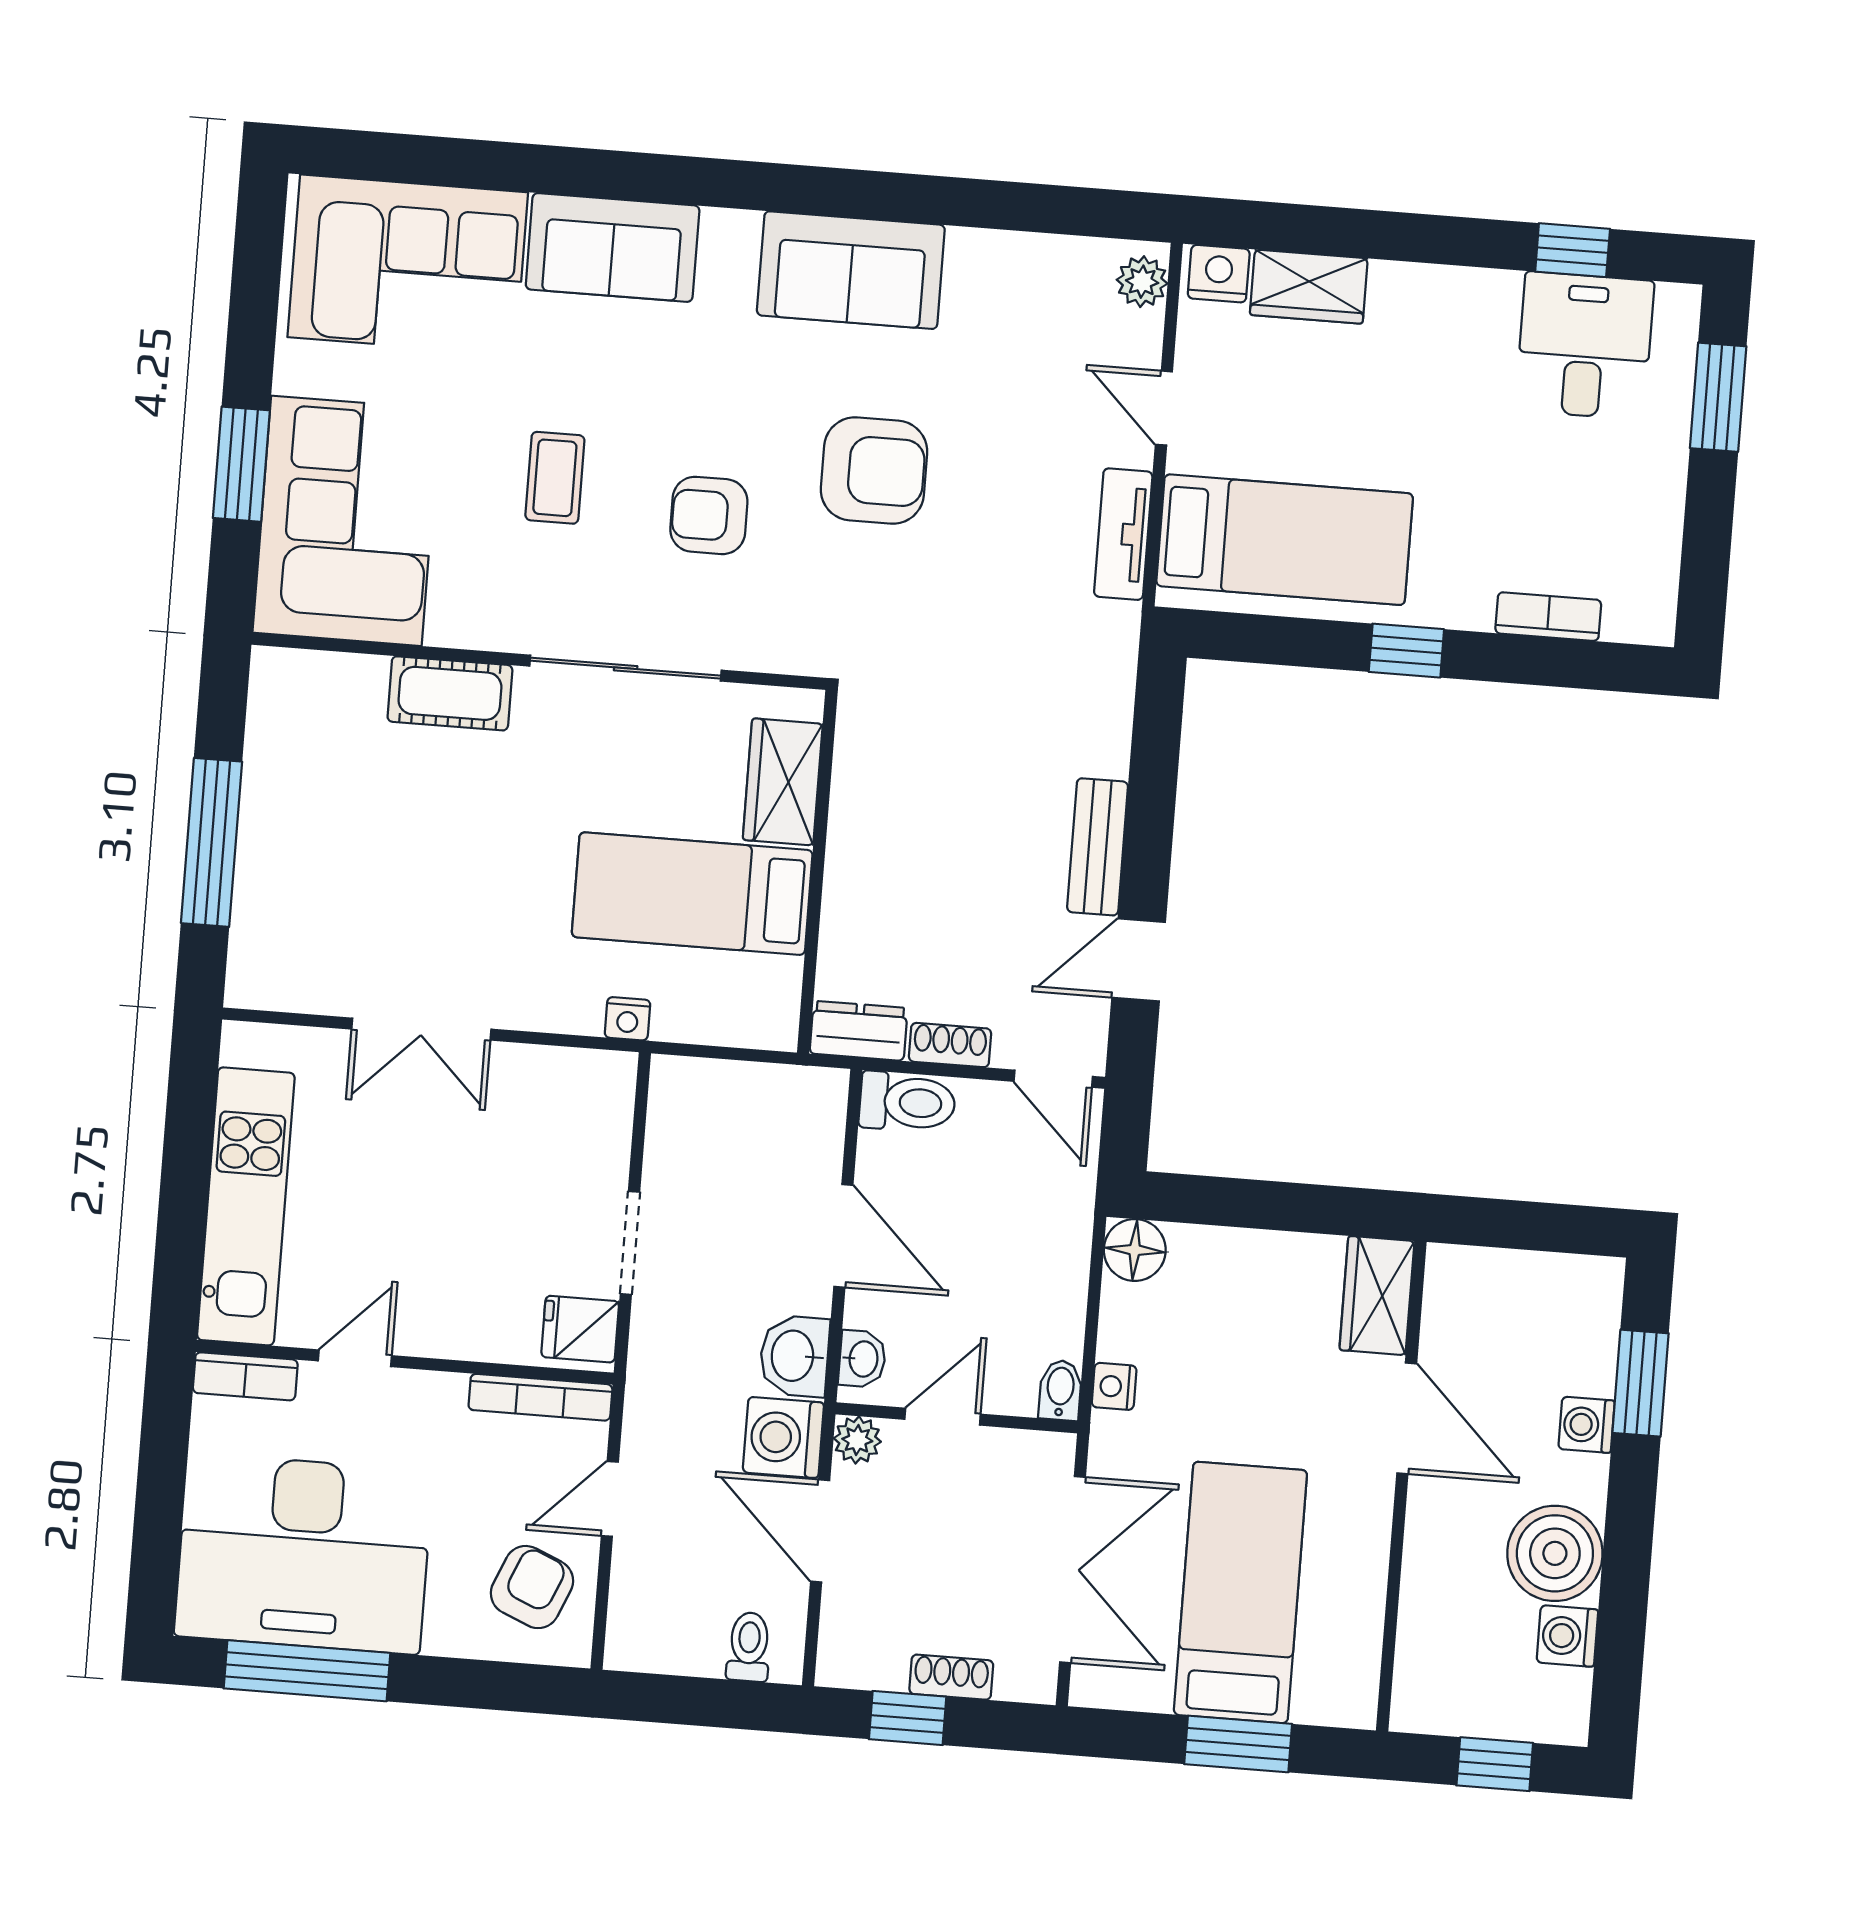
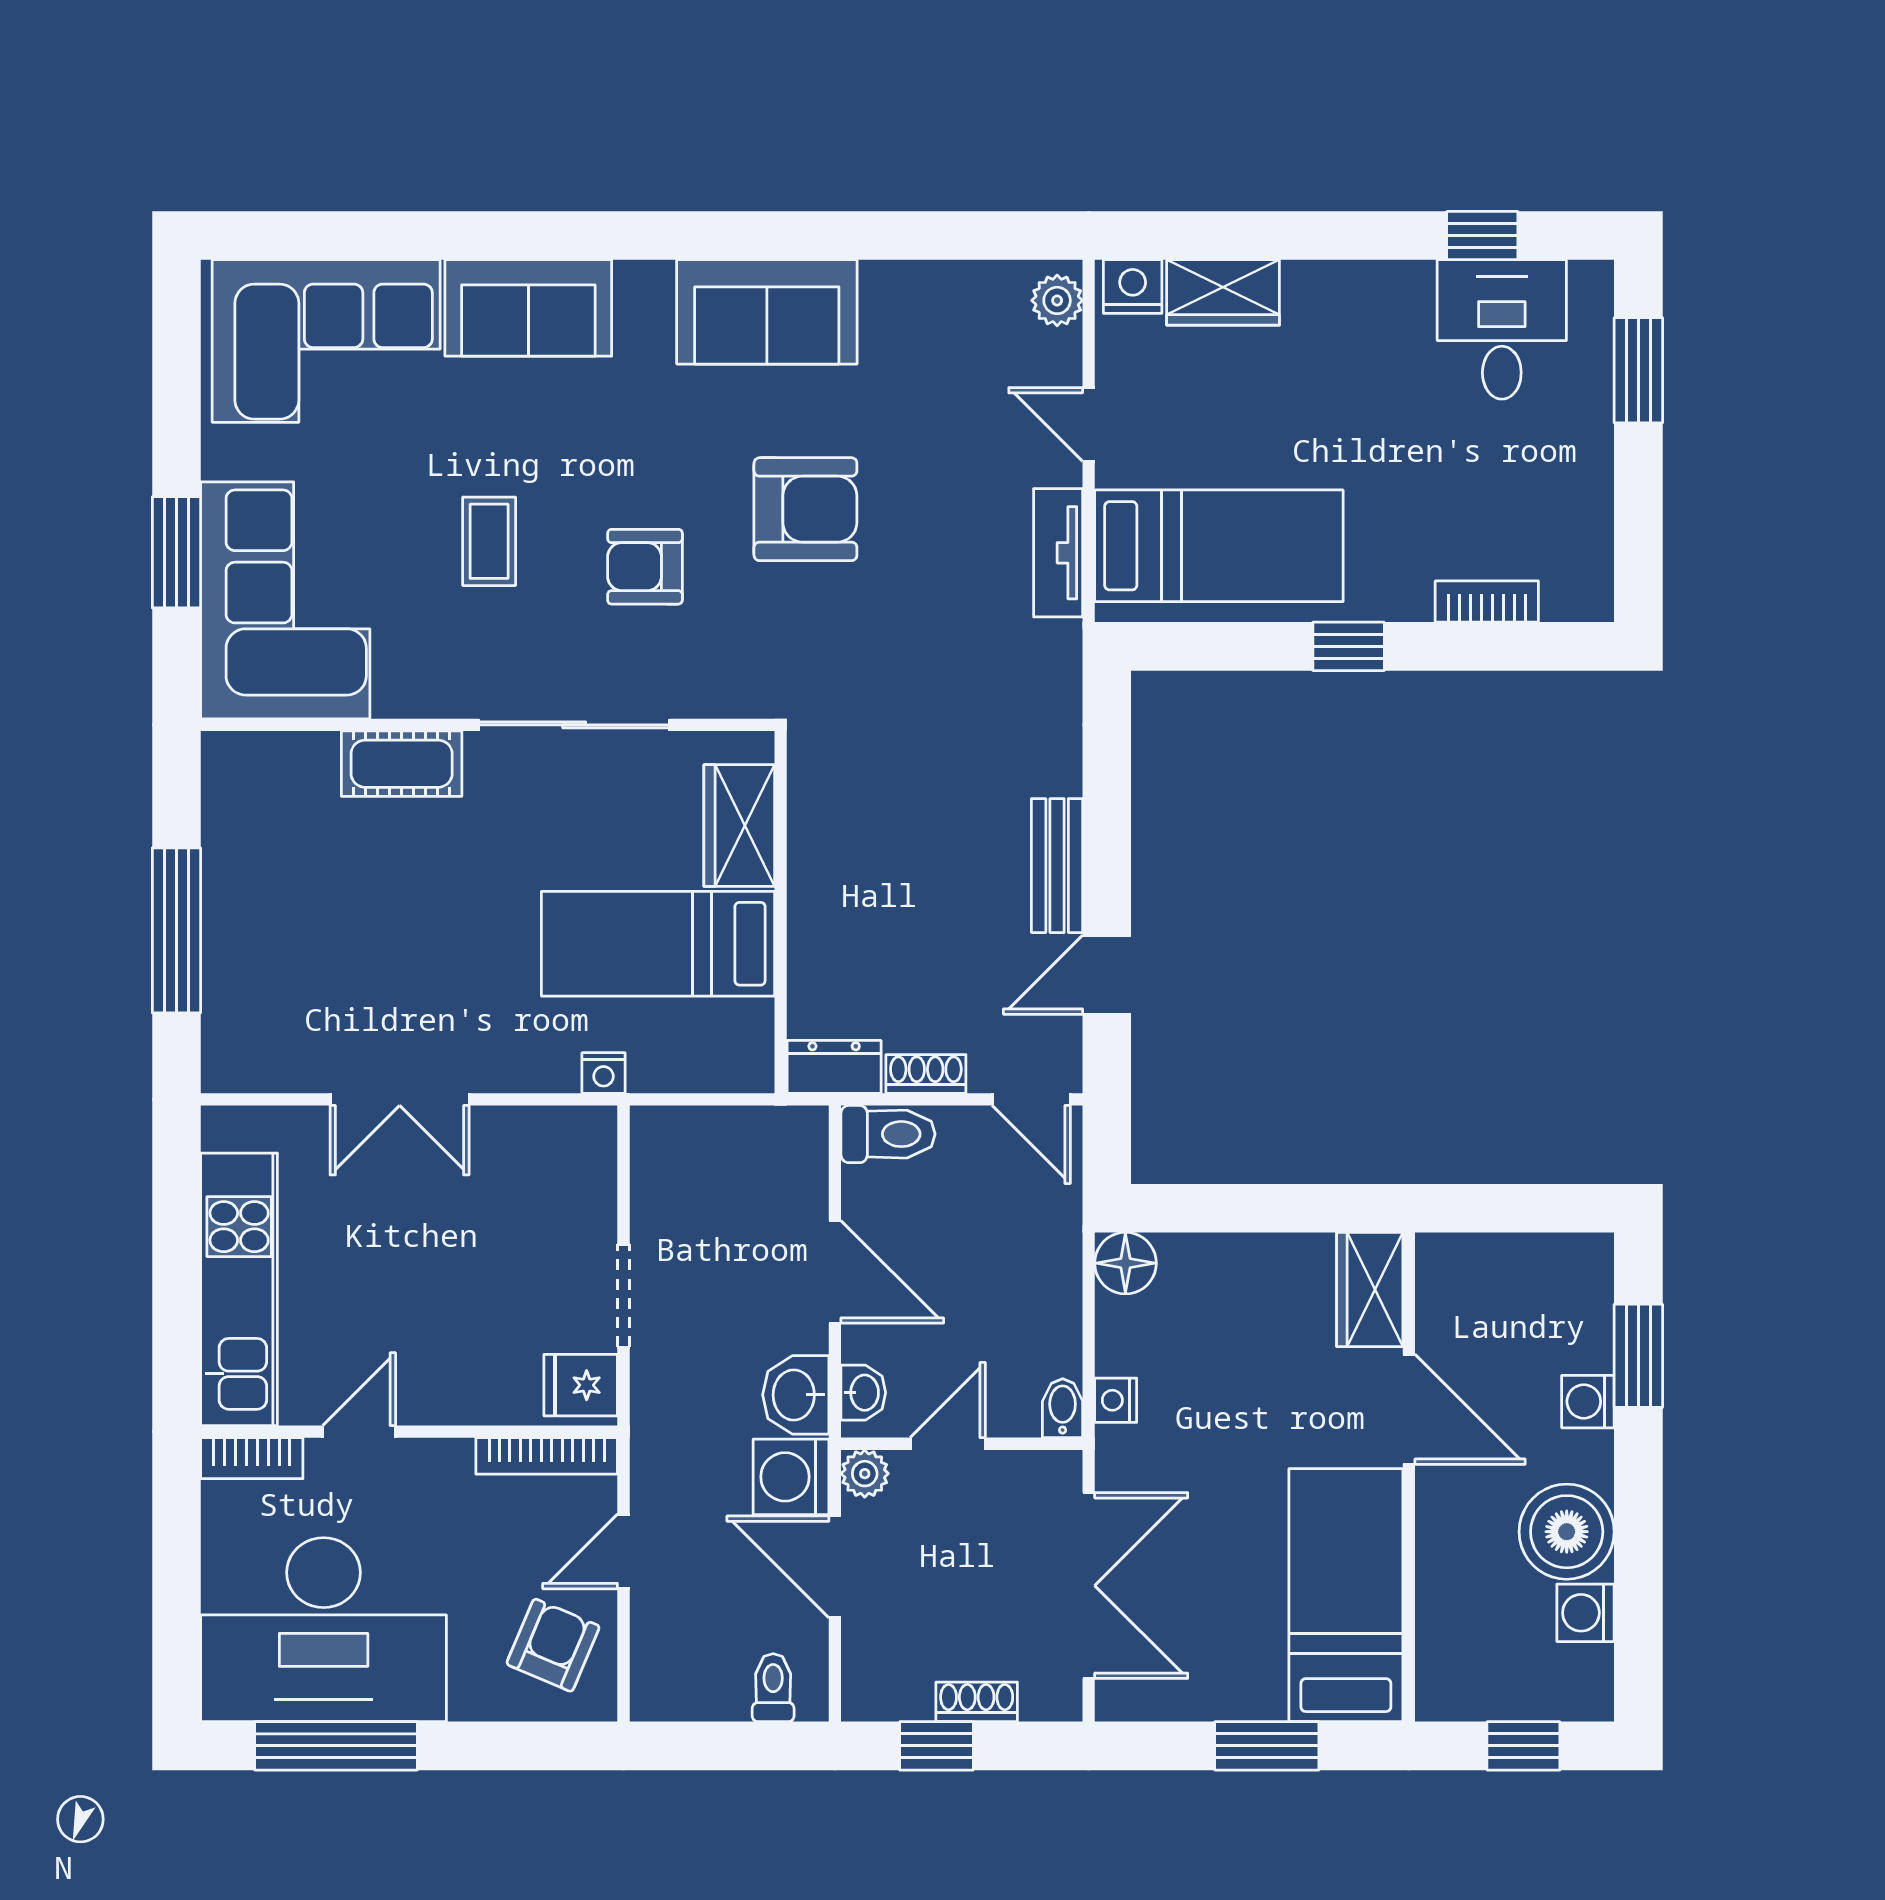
bed: (1240, 1592) -> (1346, 1595), moved

